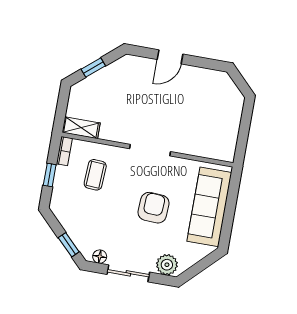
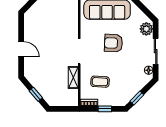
shelving: (81, 128) -> (73, 77), moved
window: (69, 245) -> (137, 98), moved

